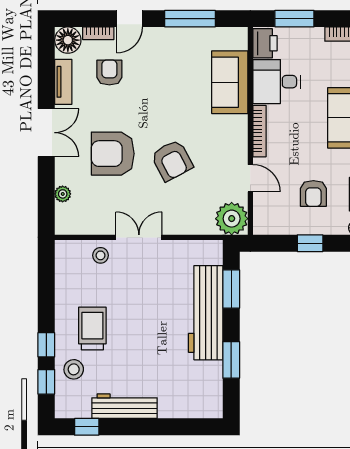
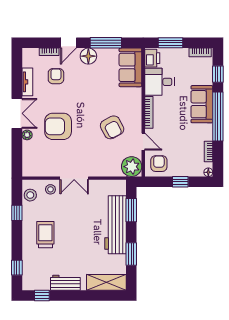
floor lamp: (68, 40) -> (88, 56), moved
sofa: (230, 82) -> (130, 67), moved
armchair: (172, 160) -> (112, 127), moved
armchair: (313, 193) -> (159, 164), moved, turned 180
plant: (63, 194) -> (27, 135), moved
double door: (139, 237) -> (74, 178), swing flipped
window: (46, 345) -> (17, 213), moved
stool: (74, 369) -> (30, 195), moved
workbench: (125, 406) -> (65, 283), width x0.73
shelving: (191, 406) -> (106, 282), added

